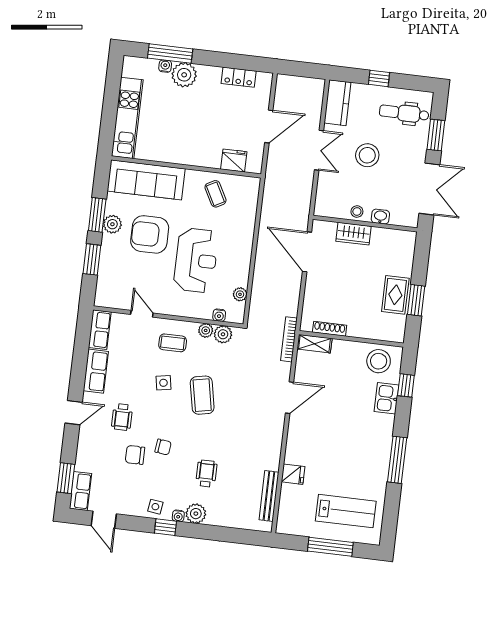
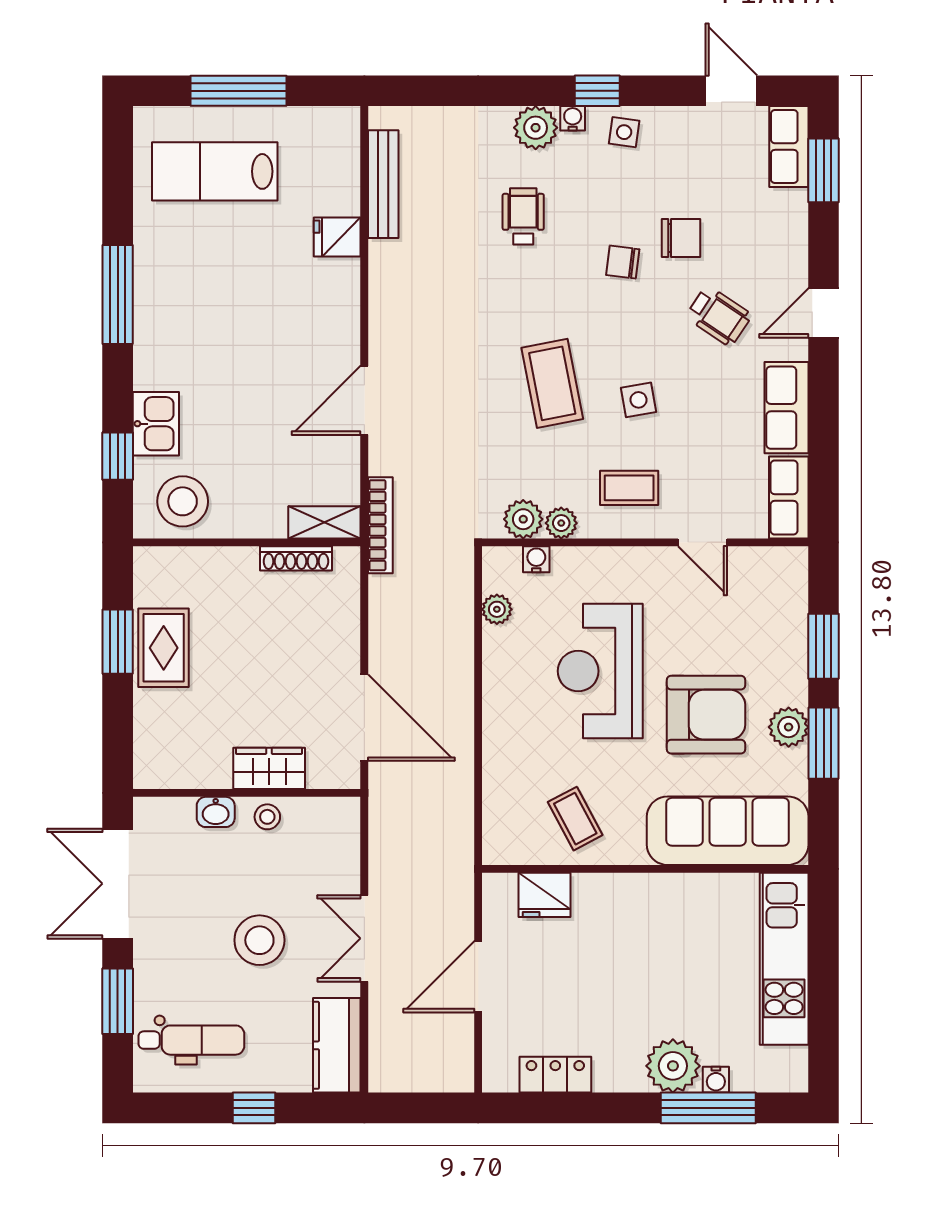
wheelchair: (122, 417) -> (719, 316), turned 124
wheelchair: (206, 473) -> (523, 216), turned 180

